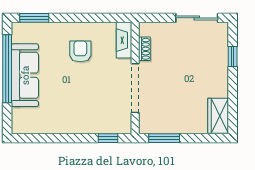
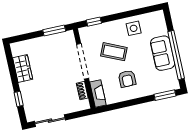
sofa: (25, 75) -> (163, 53), width x0.73
coffee table: (90, 92) -> (114, 52), added
wardrobe: (218, 116) -> (23, 68), moved
side table: (57, 117) -> (134, 28), added

